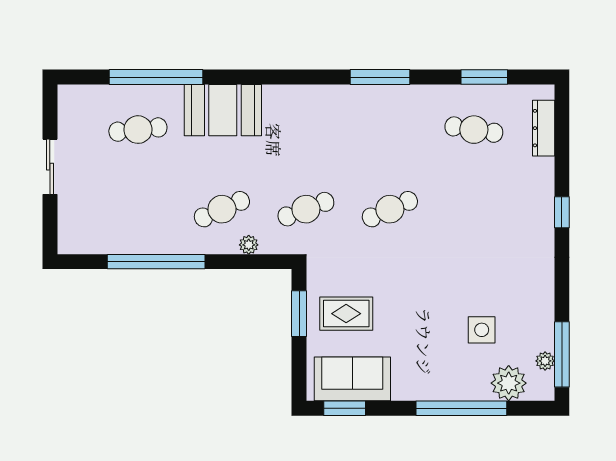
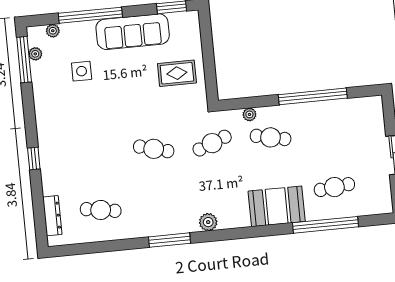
window: (484, 77) -> (97, 247), removed
plant: (322, 97) -> (208, 222), added
cafe table: (222, 209) -> (271, 137), turned 36
cafe table: (390, 209) -> (154, 149), turned 39
window: (299, 314) -> (210, 70), removed
sofa: (352, 379) -> (133, 32), moved, width x1.36
plant: (509, 383) -> (53, 31), width x0.53, depth x0.53

